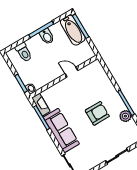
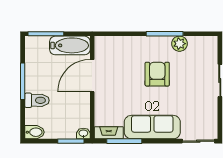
bathtub: (73, 30) -> (70, 45), moved
bidet: (47, 36) -> (35, 132), moved
toilet: (24, 52) -> (37, 100), moved
door: (71, 72) -> (92, 76), width x1.87

